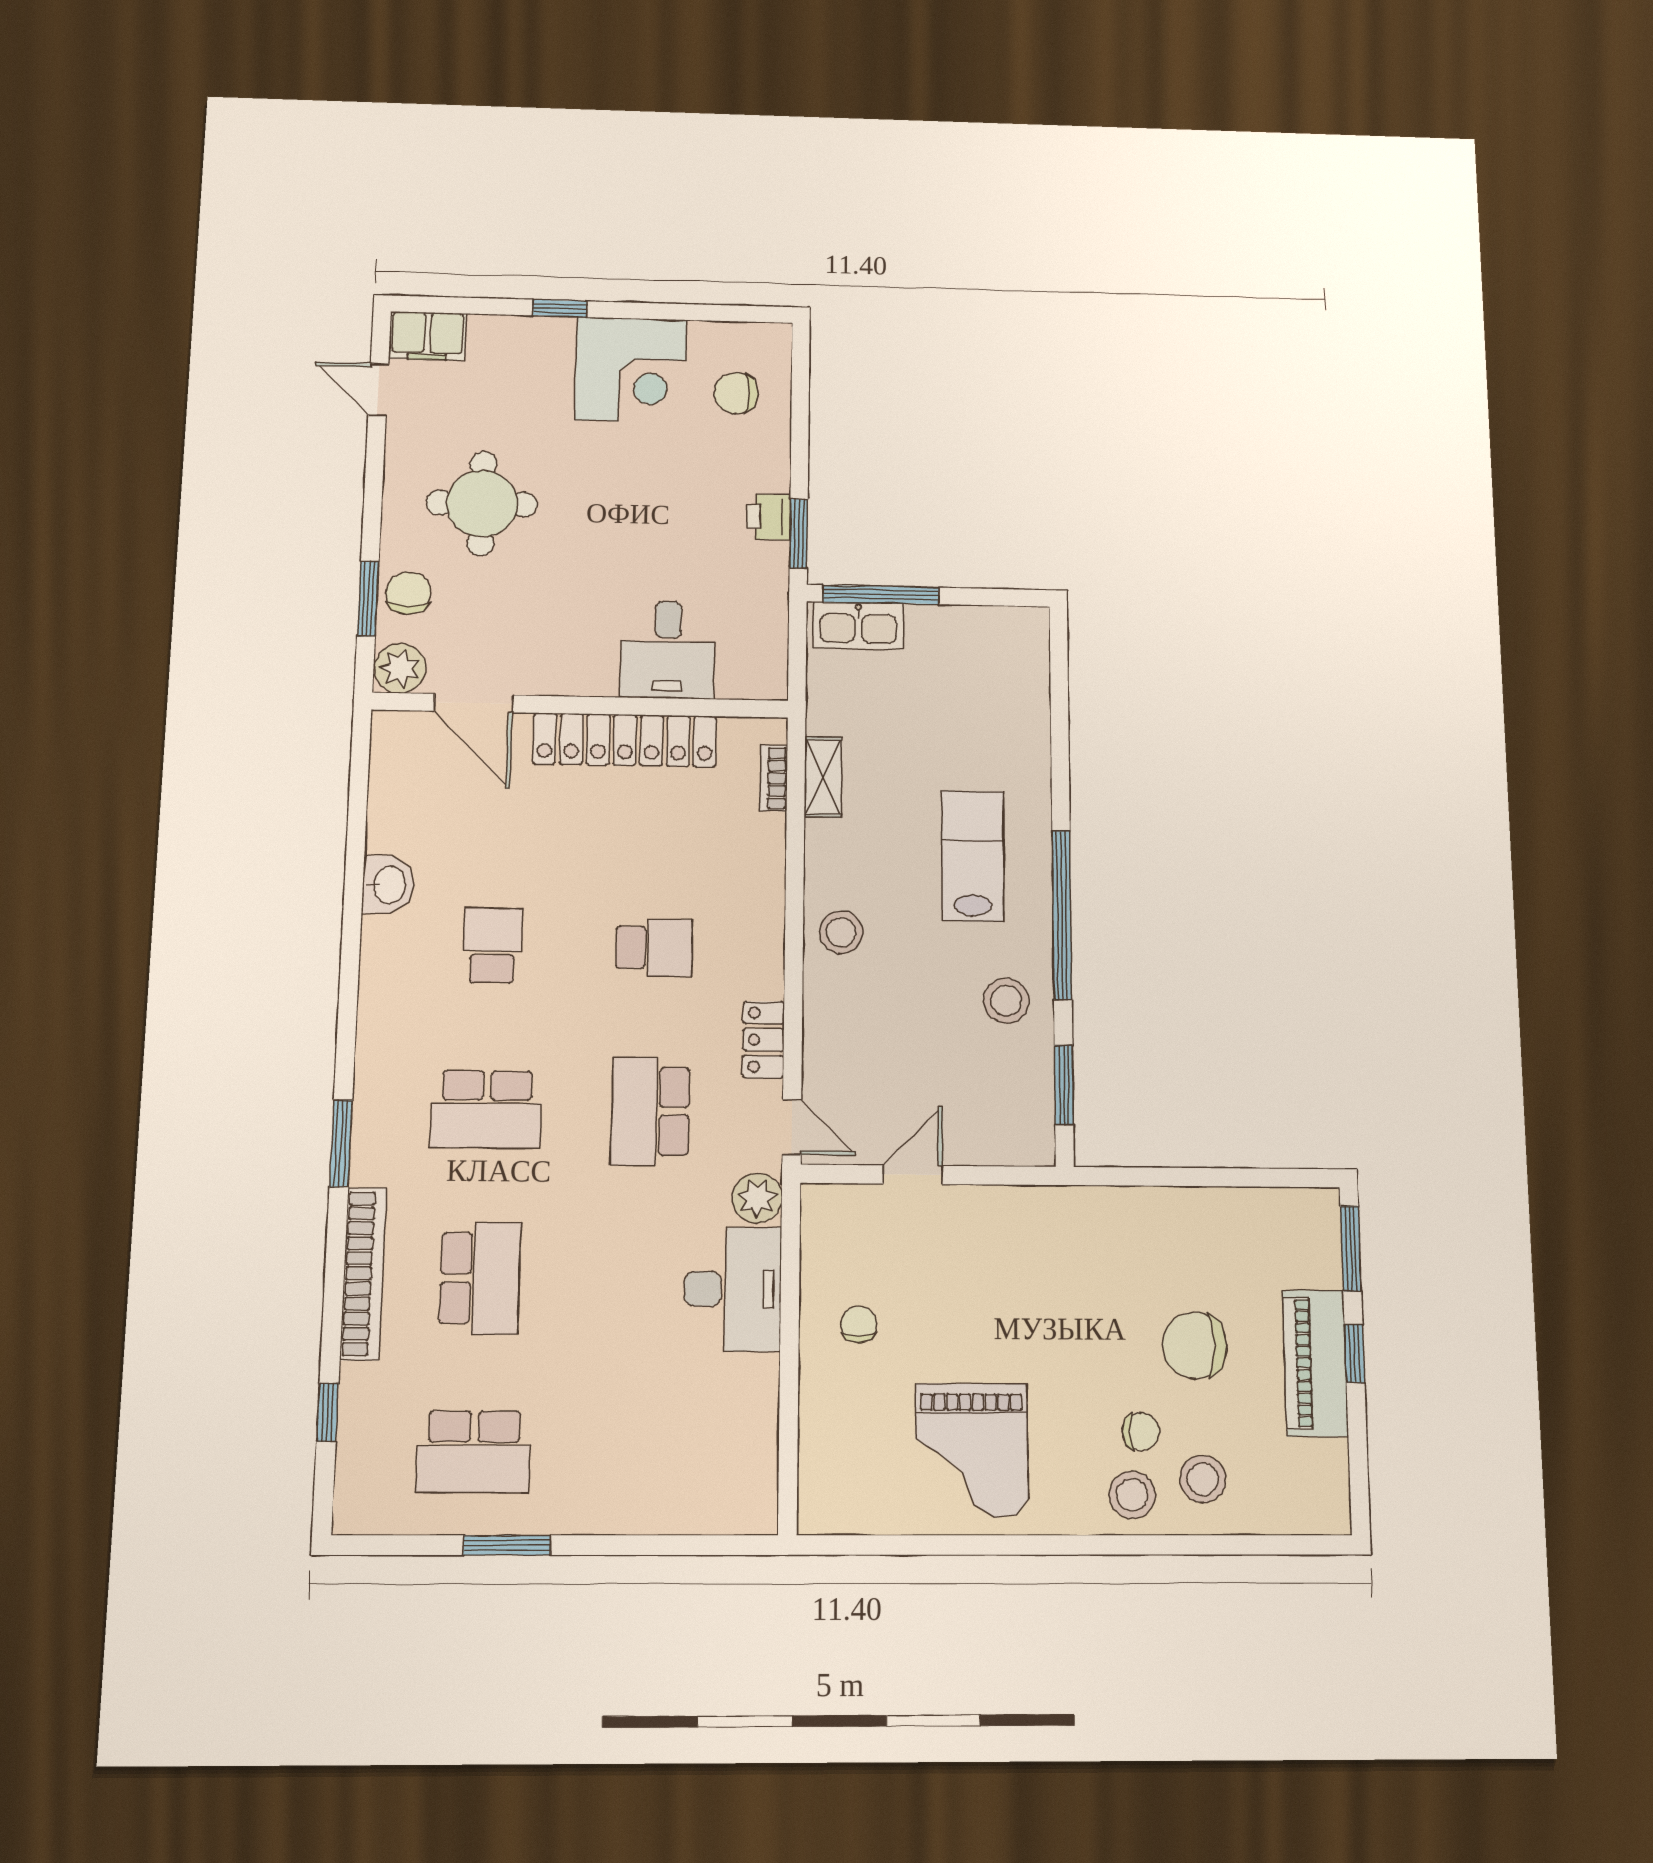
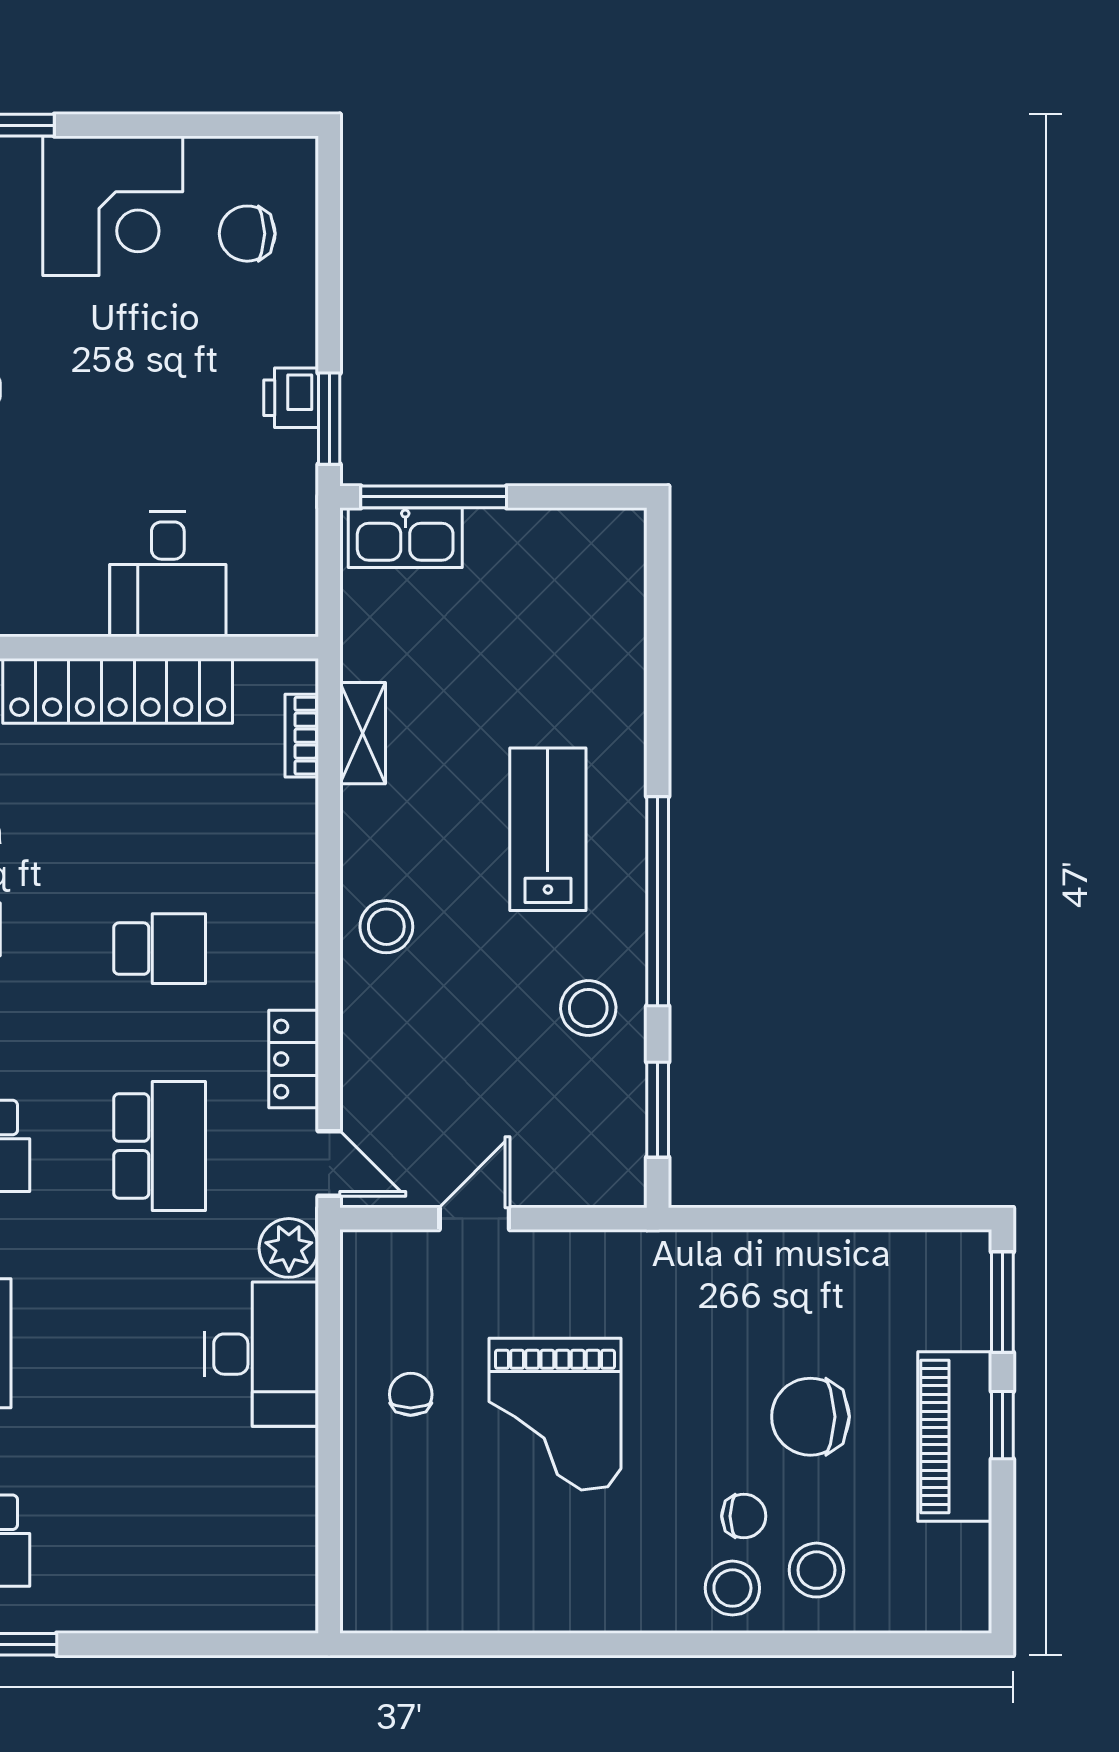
school desk: (650, 1111) -> (160, 1146), turned 180
grand piano: (972, 1450) -> (555, 1414), moved

